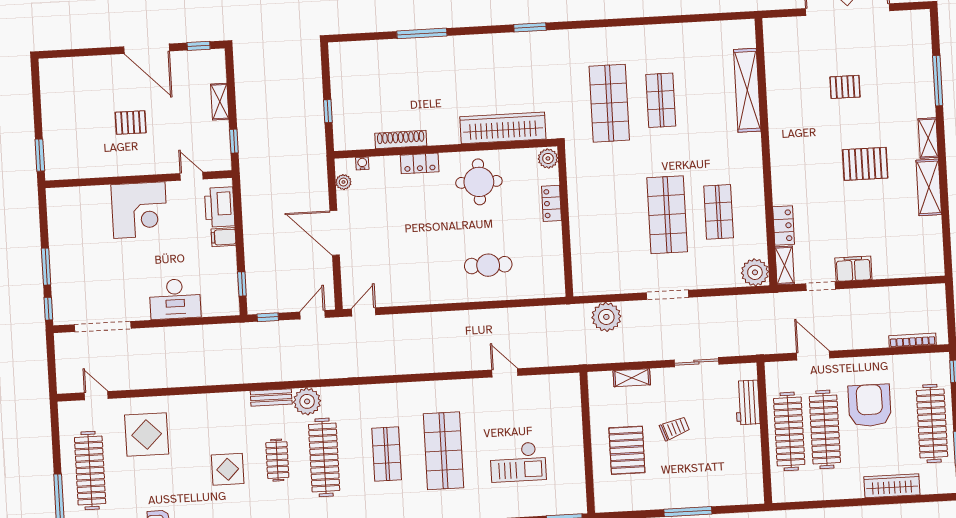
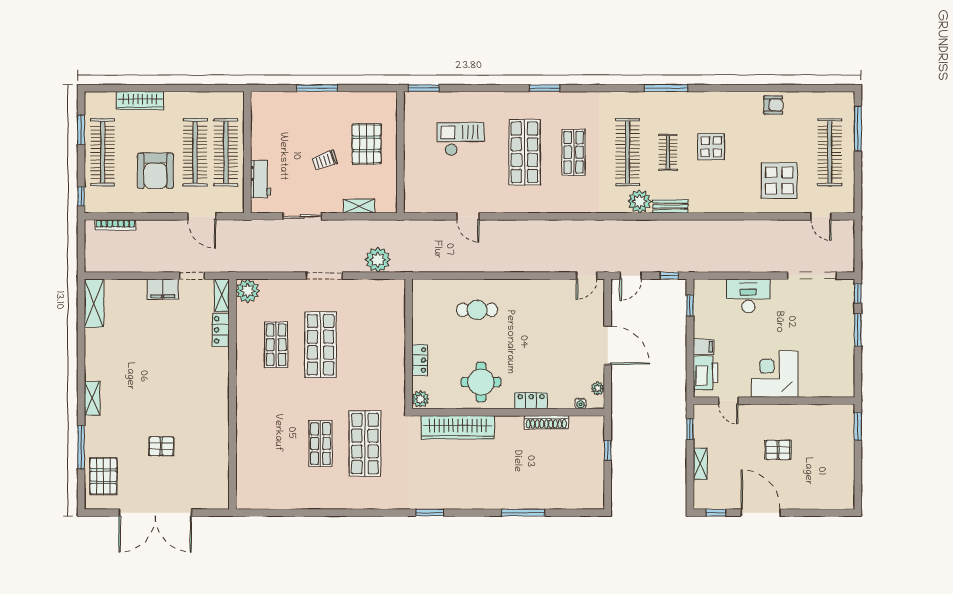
shelving: (747, 90) -> (246, 448), removed
pallet: (865, 164) -> (103, 476), moved, turned 90
shelving: (929, 187) -> (94, 303), moved

